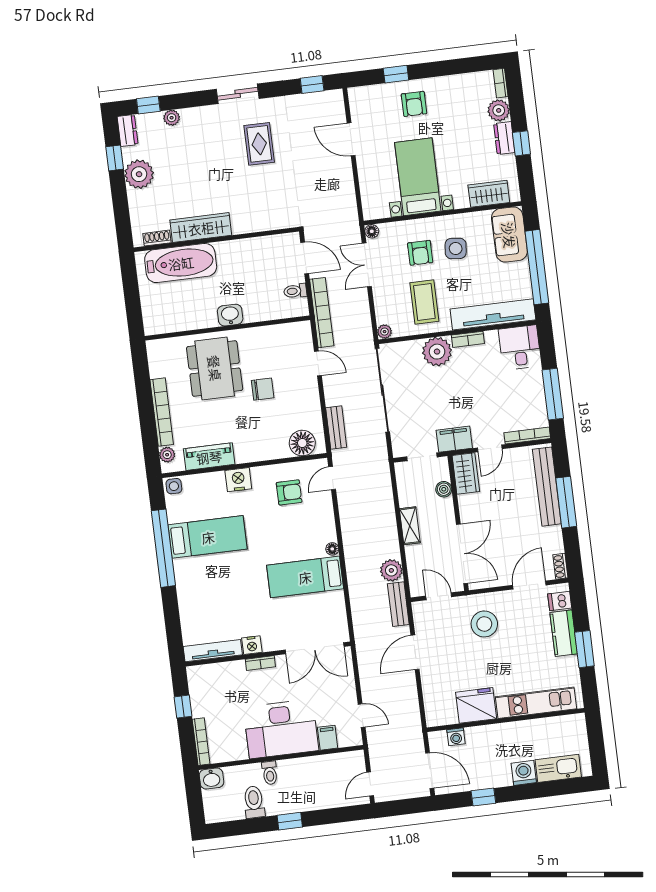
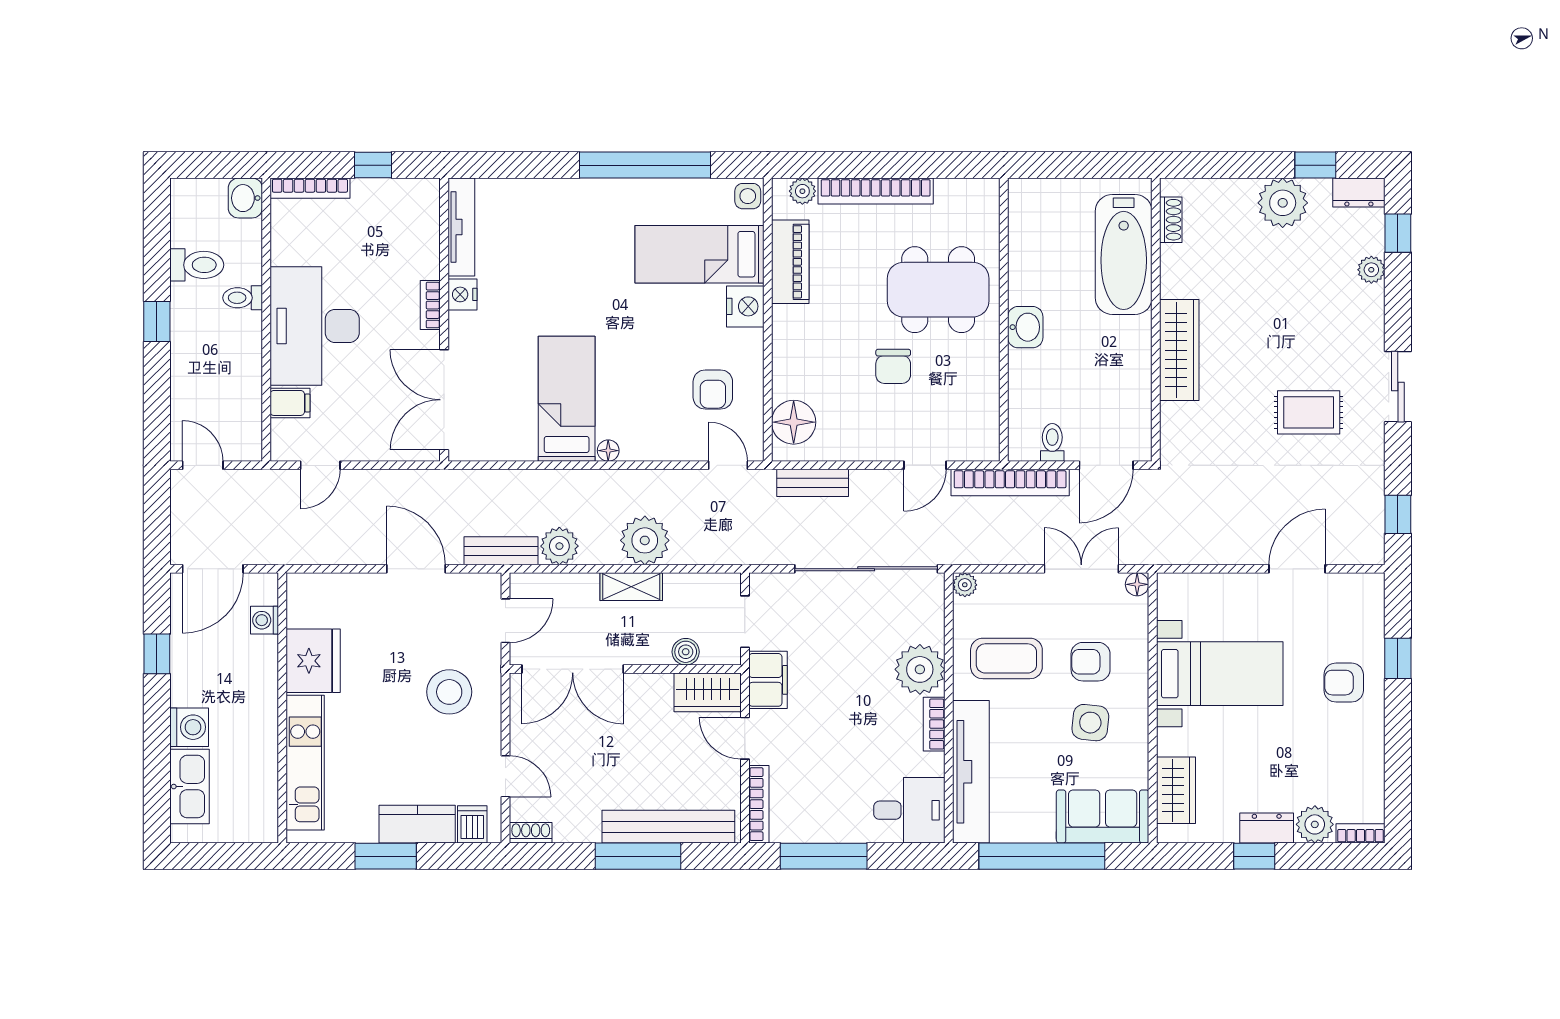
wardrobe: (201, 228) -> (1179, 350), moved
plant: (382, 521) -> (645, 540), added
bed: (208, 537) -> (699, 254), moved, turned 90
door: (529, 585) -> (506, 776), width x0.73

